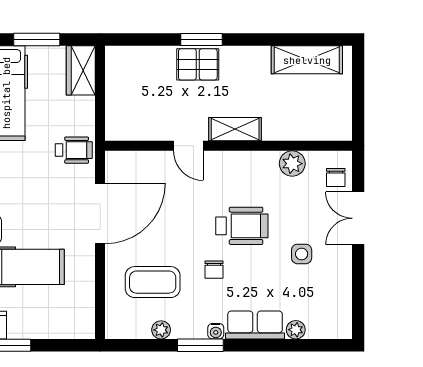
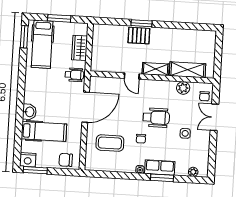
shelving: (307, 60) -> (187, 70), moved
wardrobe: (81, 70) -> (79, 48), moved
chair: (67, 321) -> (66, 160), added
plant: (161, 330) -> (113, 167), removed
plant: (296, 330) -> (193, 172), moved
window: (200, 345) -> (162, 178), moved

